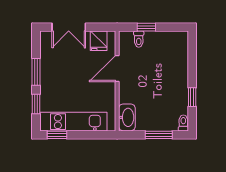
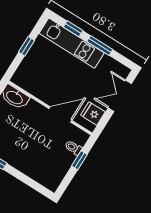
door: (117, 69) -> (60, 114), hinge flipped
kitchen unit: (73, 122) -> (72, 43), moved, turned 90
window: (57, 135) -> (27, 46), moved

